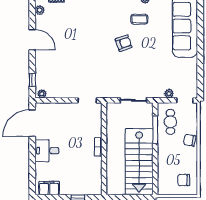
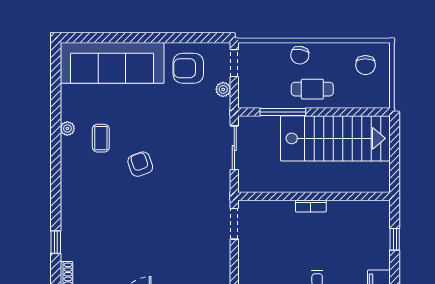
armchair: (182, 72) -> (188, 68), added
cafe table: (170, 122) -> (312, 89), moved

